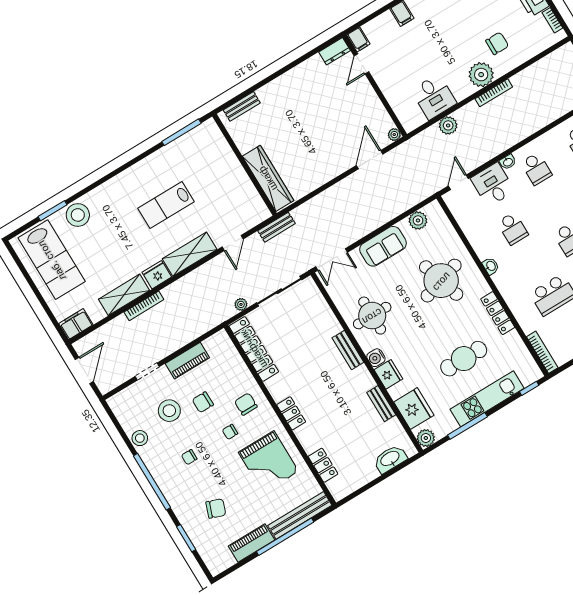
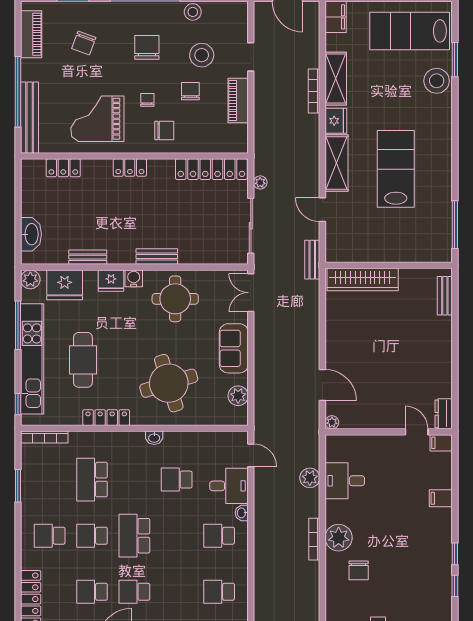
lab bench: (166, 205) -> (396, 169), width x1.36, depth x1.39
kitchen unit: (487, 399) -> (32, 359), width x1.36
chair: (189, 457) -> (147, 47), width x1.87, depth x1.87
piano: (252, 543) -> (31, 34), moved

